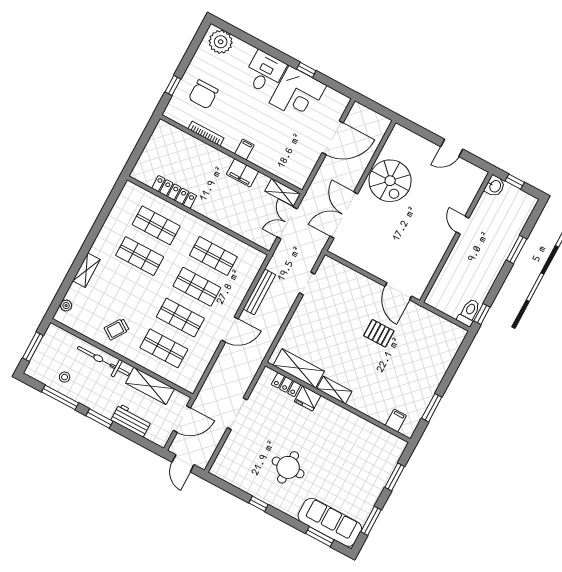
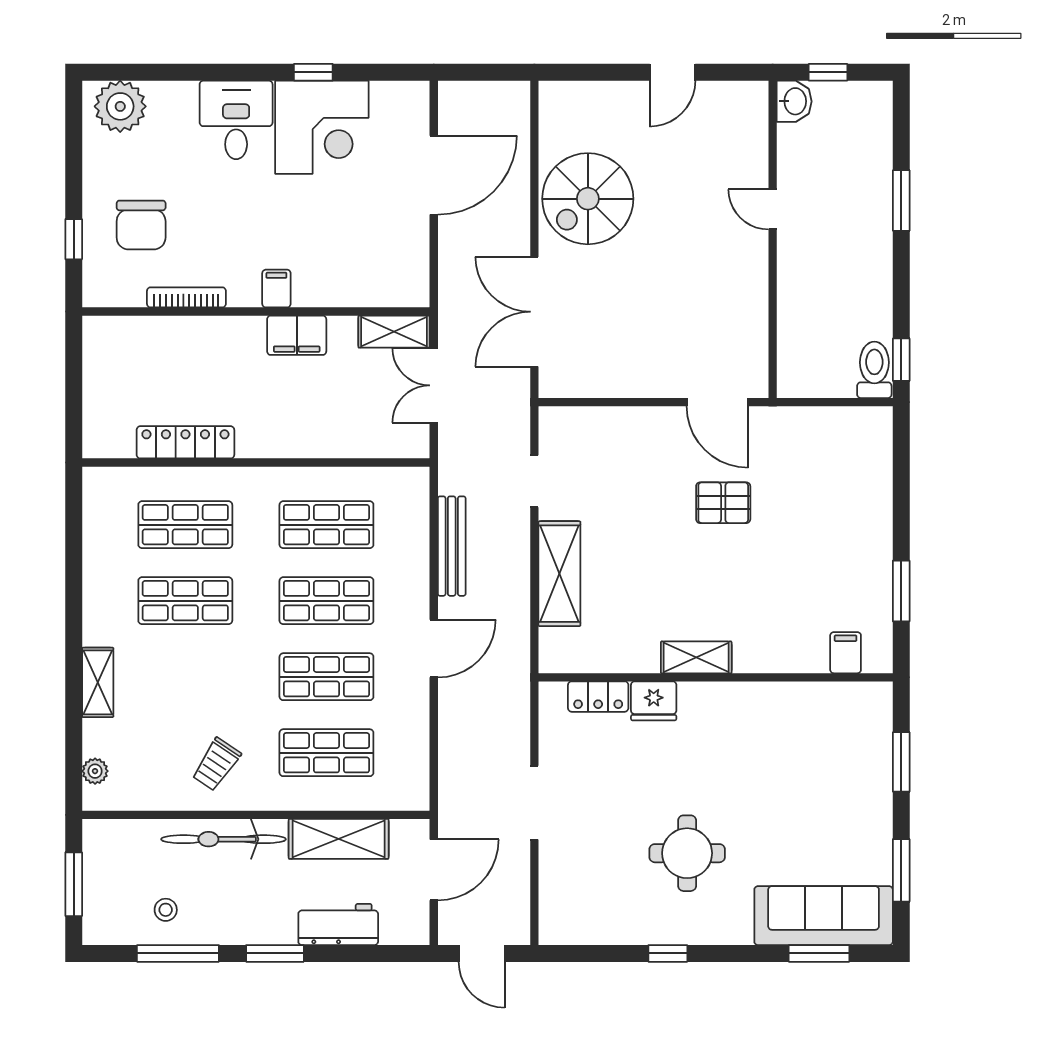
spiral stairs: (390, 181) -> (588, 199), turned 90
shelving: (299, 368) -> (559, 574), moved, turned 90

